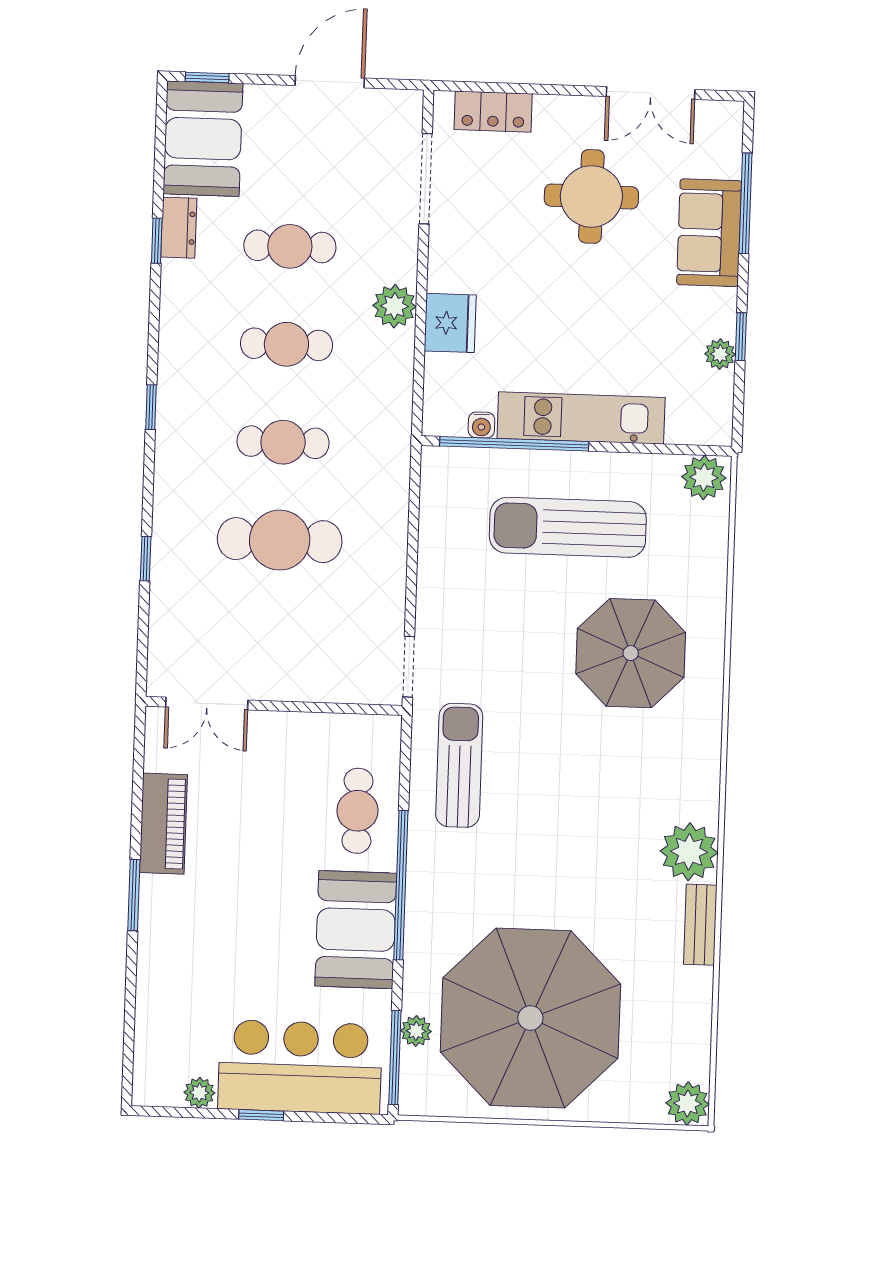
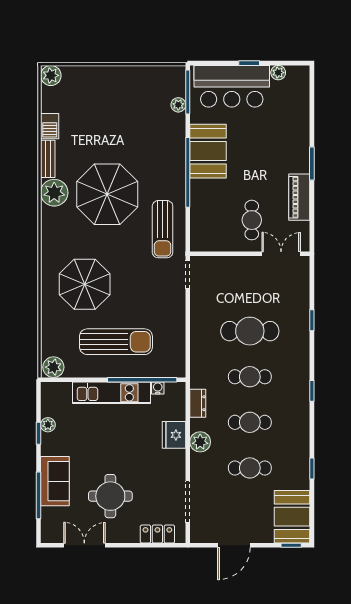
dresser: (179, 228) -> (198, 403), moved, turned 180
cafe table: (357, 811) -> (252, 220), moved
barbecue: (694, 995) -> (50, 126), added
parasol: (530, 1018) -> (107, 194), moved, width x0.73, depth x0.73

